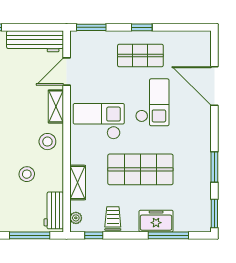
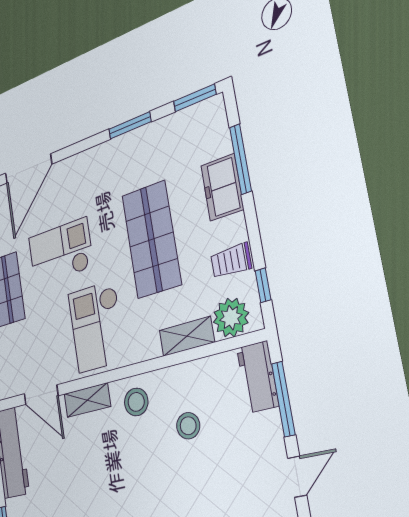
workbench: (54, 210) -> (258, 377), moved, turned 90
plant: (76, 218) -> (231, 317), width x1.87, depth x1.87

